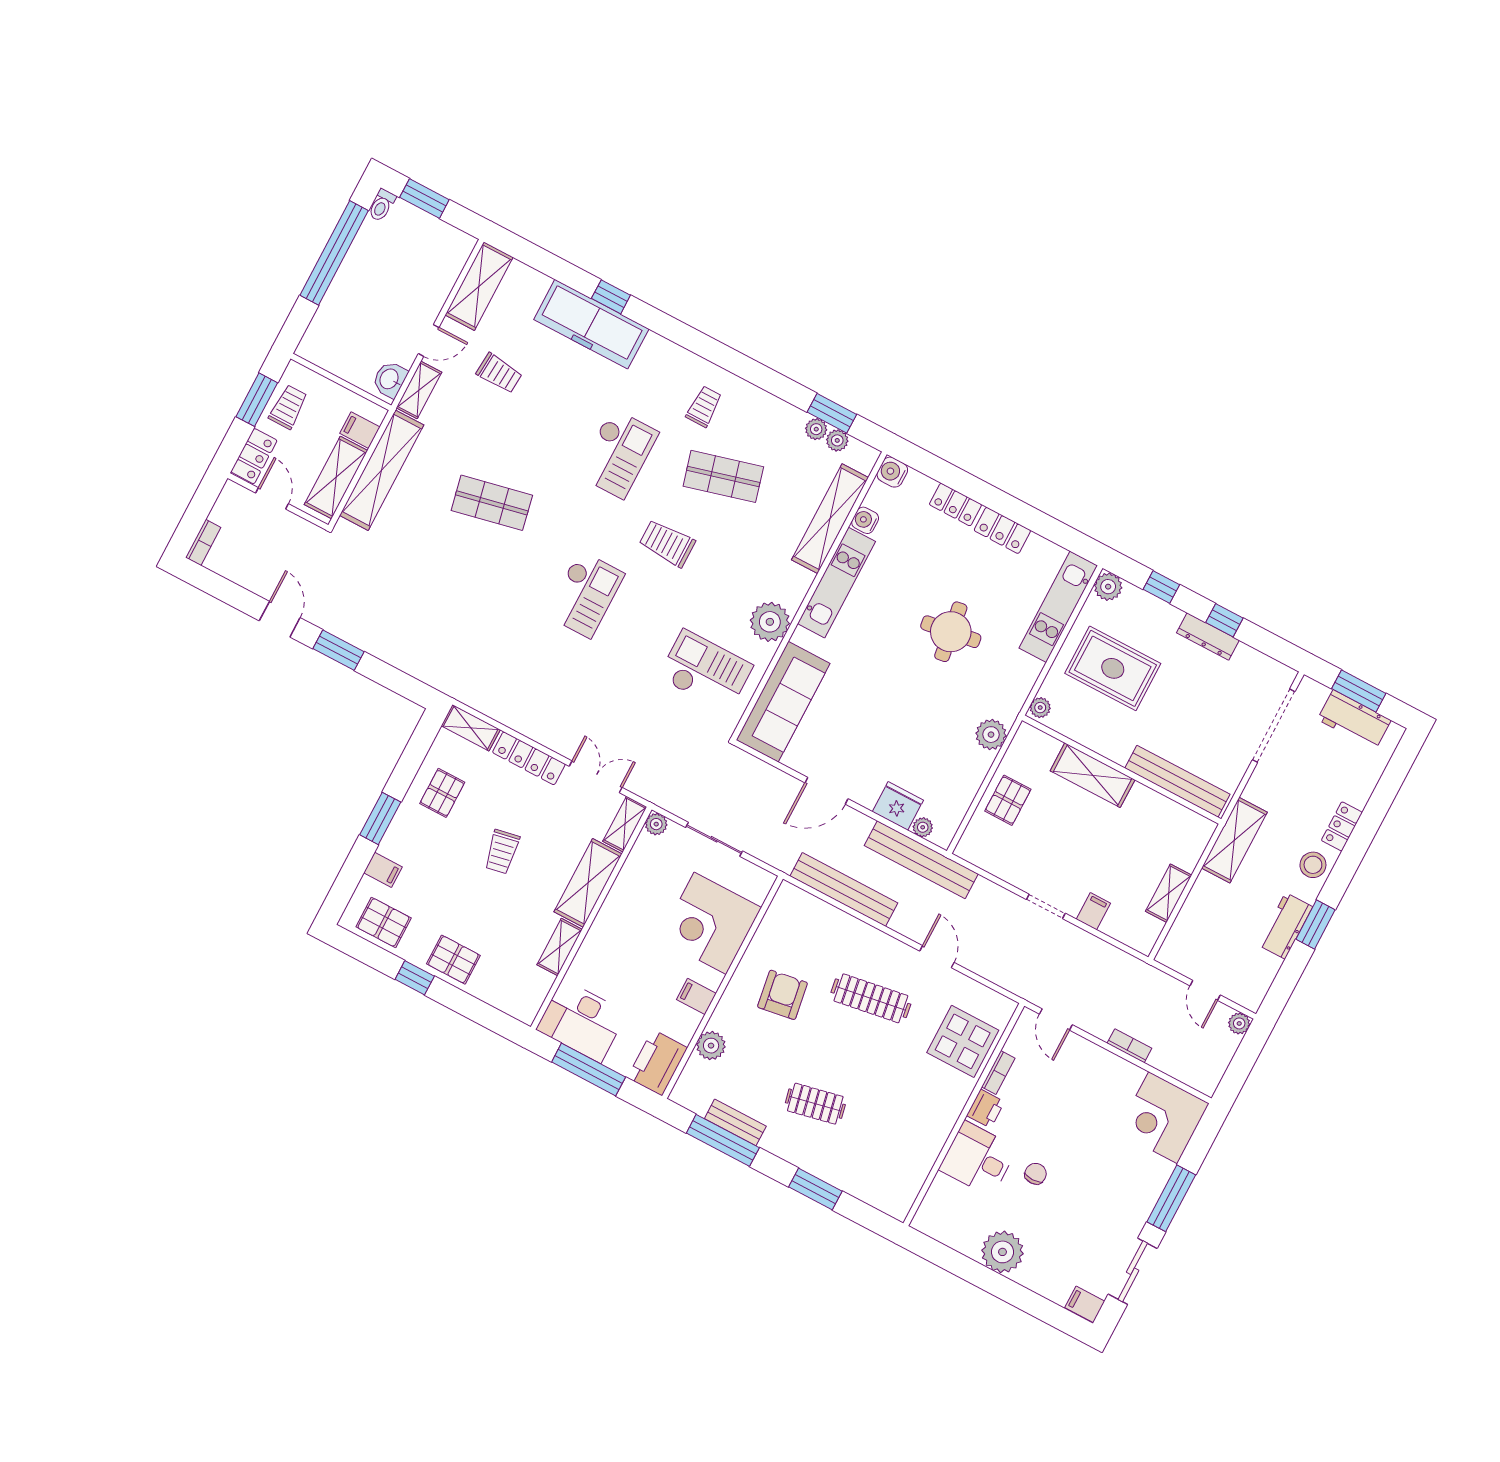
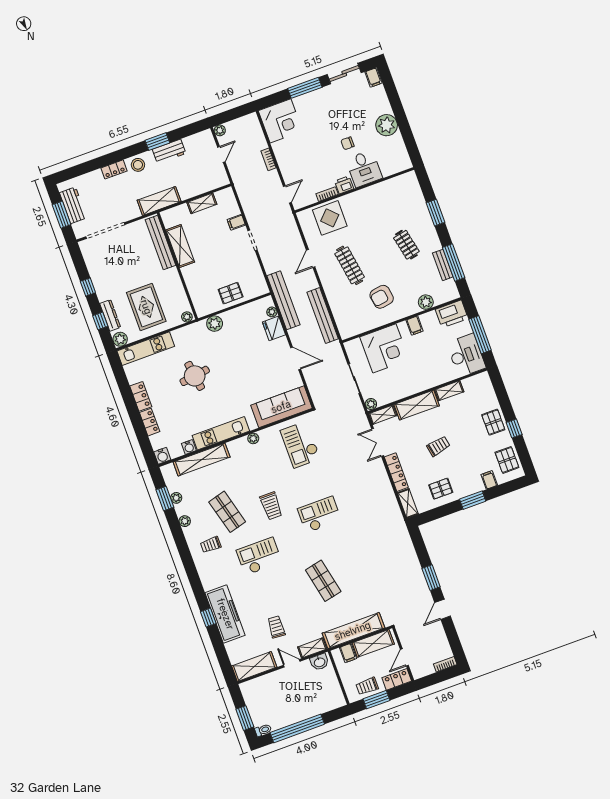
plant: (837, 440) -> (185, 521), moved
plant: (770, 622) -> (253, 438), width x0.53, depth x0.53
dresser: (1208, 636) -> (110, 315), moved
shelving: (1093, 775) -> (180, 246), moved

